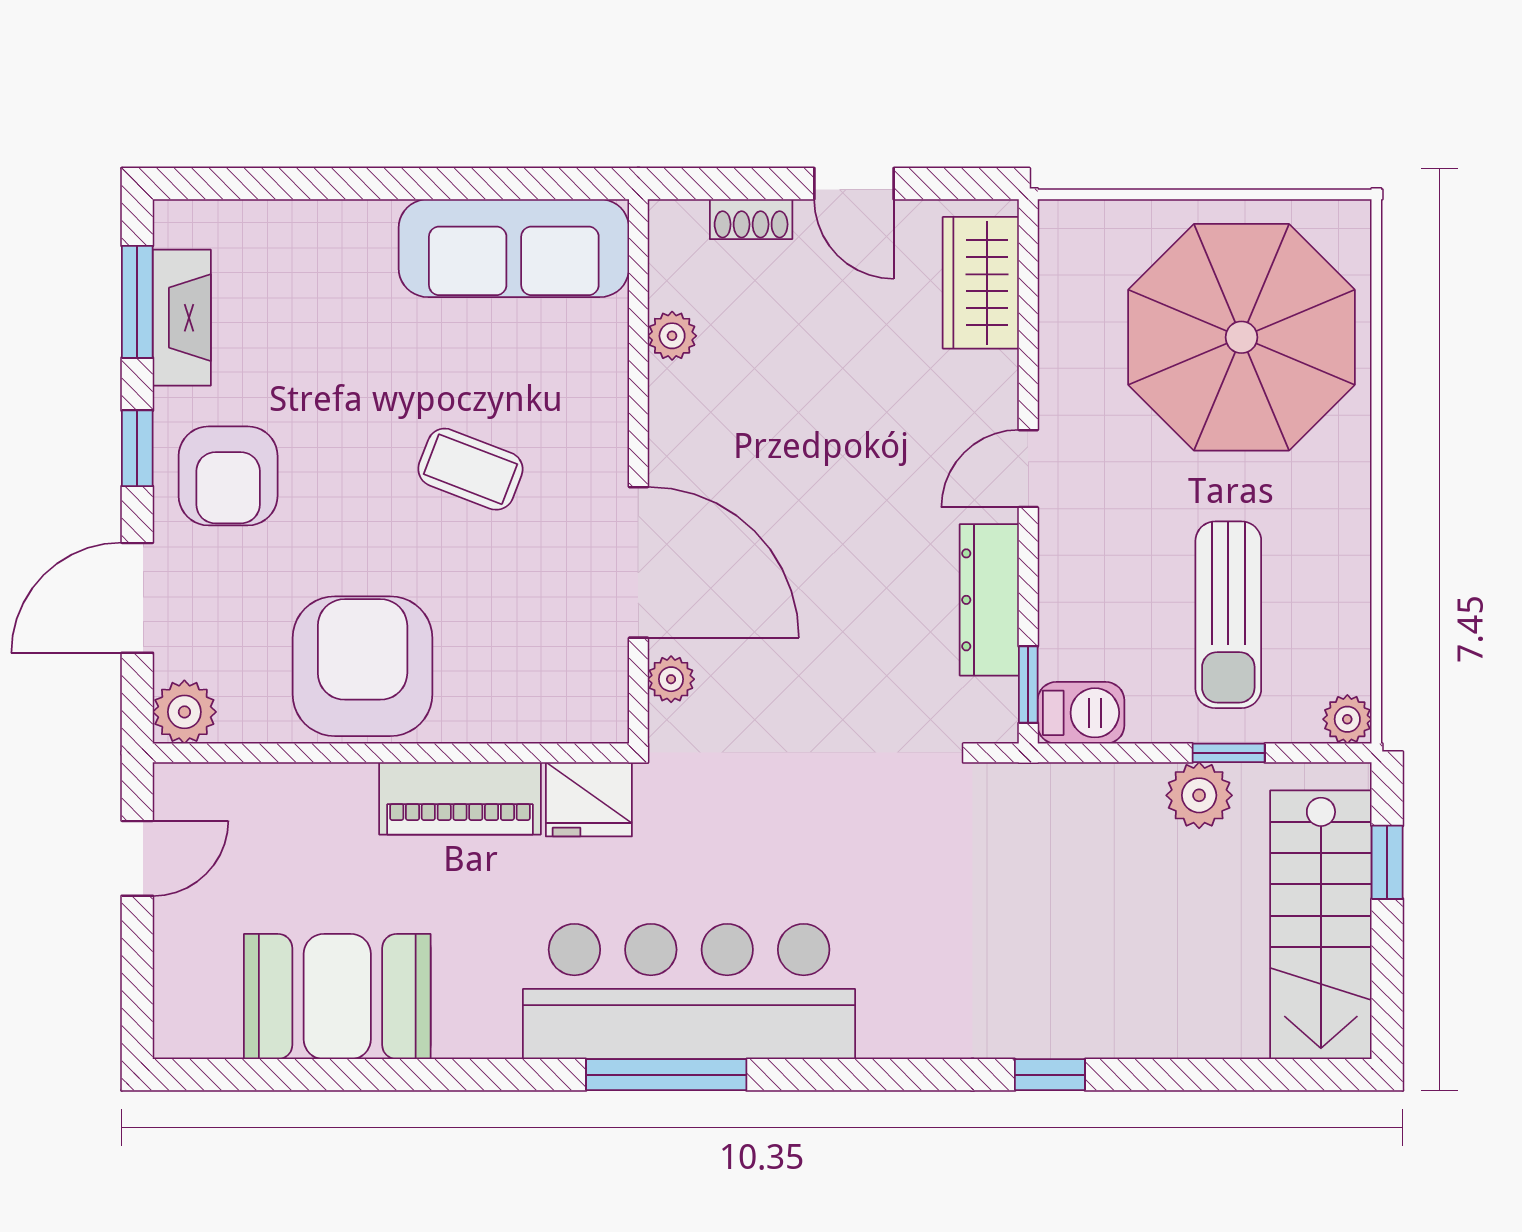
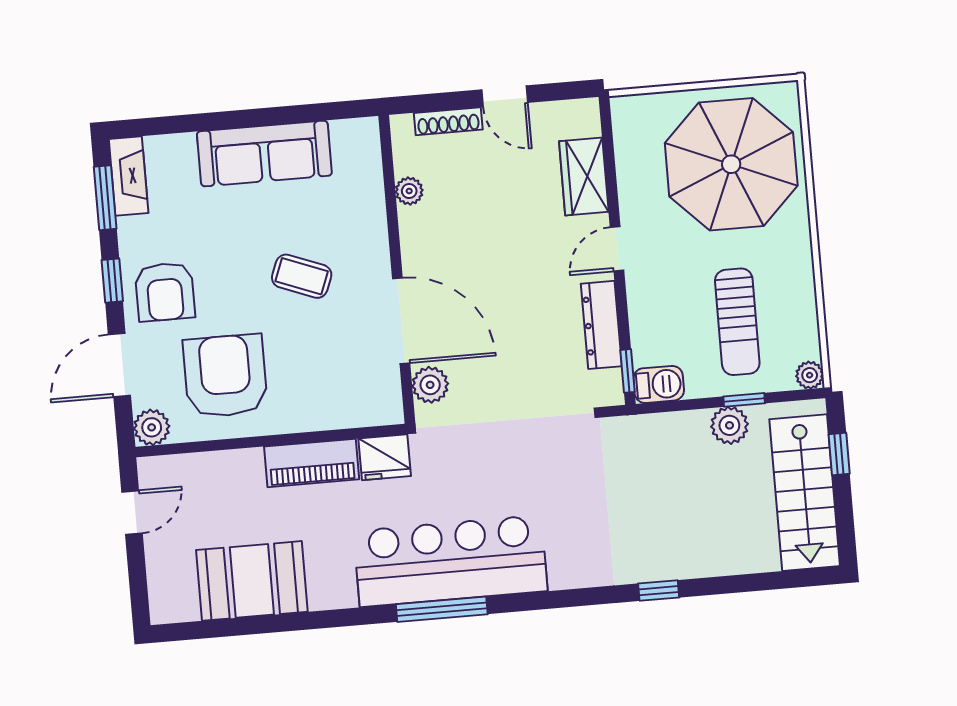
shoe rack: (751, 219) -> (448, 121), width x1.43
sofa: (514, 248) -> (264, 154), moved
wardrobe: (981, 283) -> (584, 176), moved
fireplace: (182, 318) -> (129, 176), moved
armchair: (363, 666) -> (225, 376), moved
plant: (671, 679) -> (430, 385), width x1.38, depth x1.38

